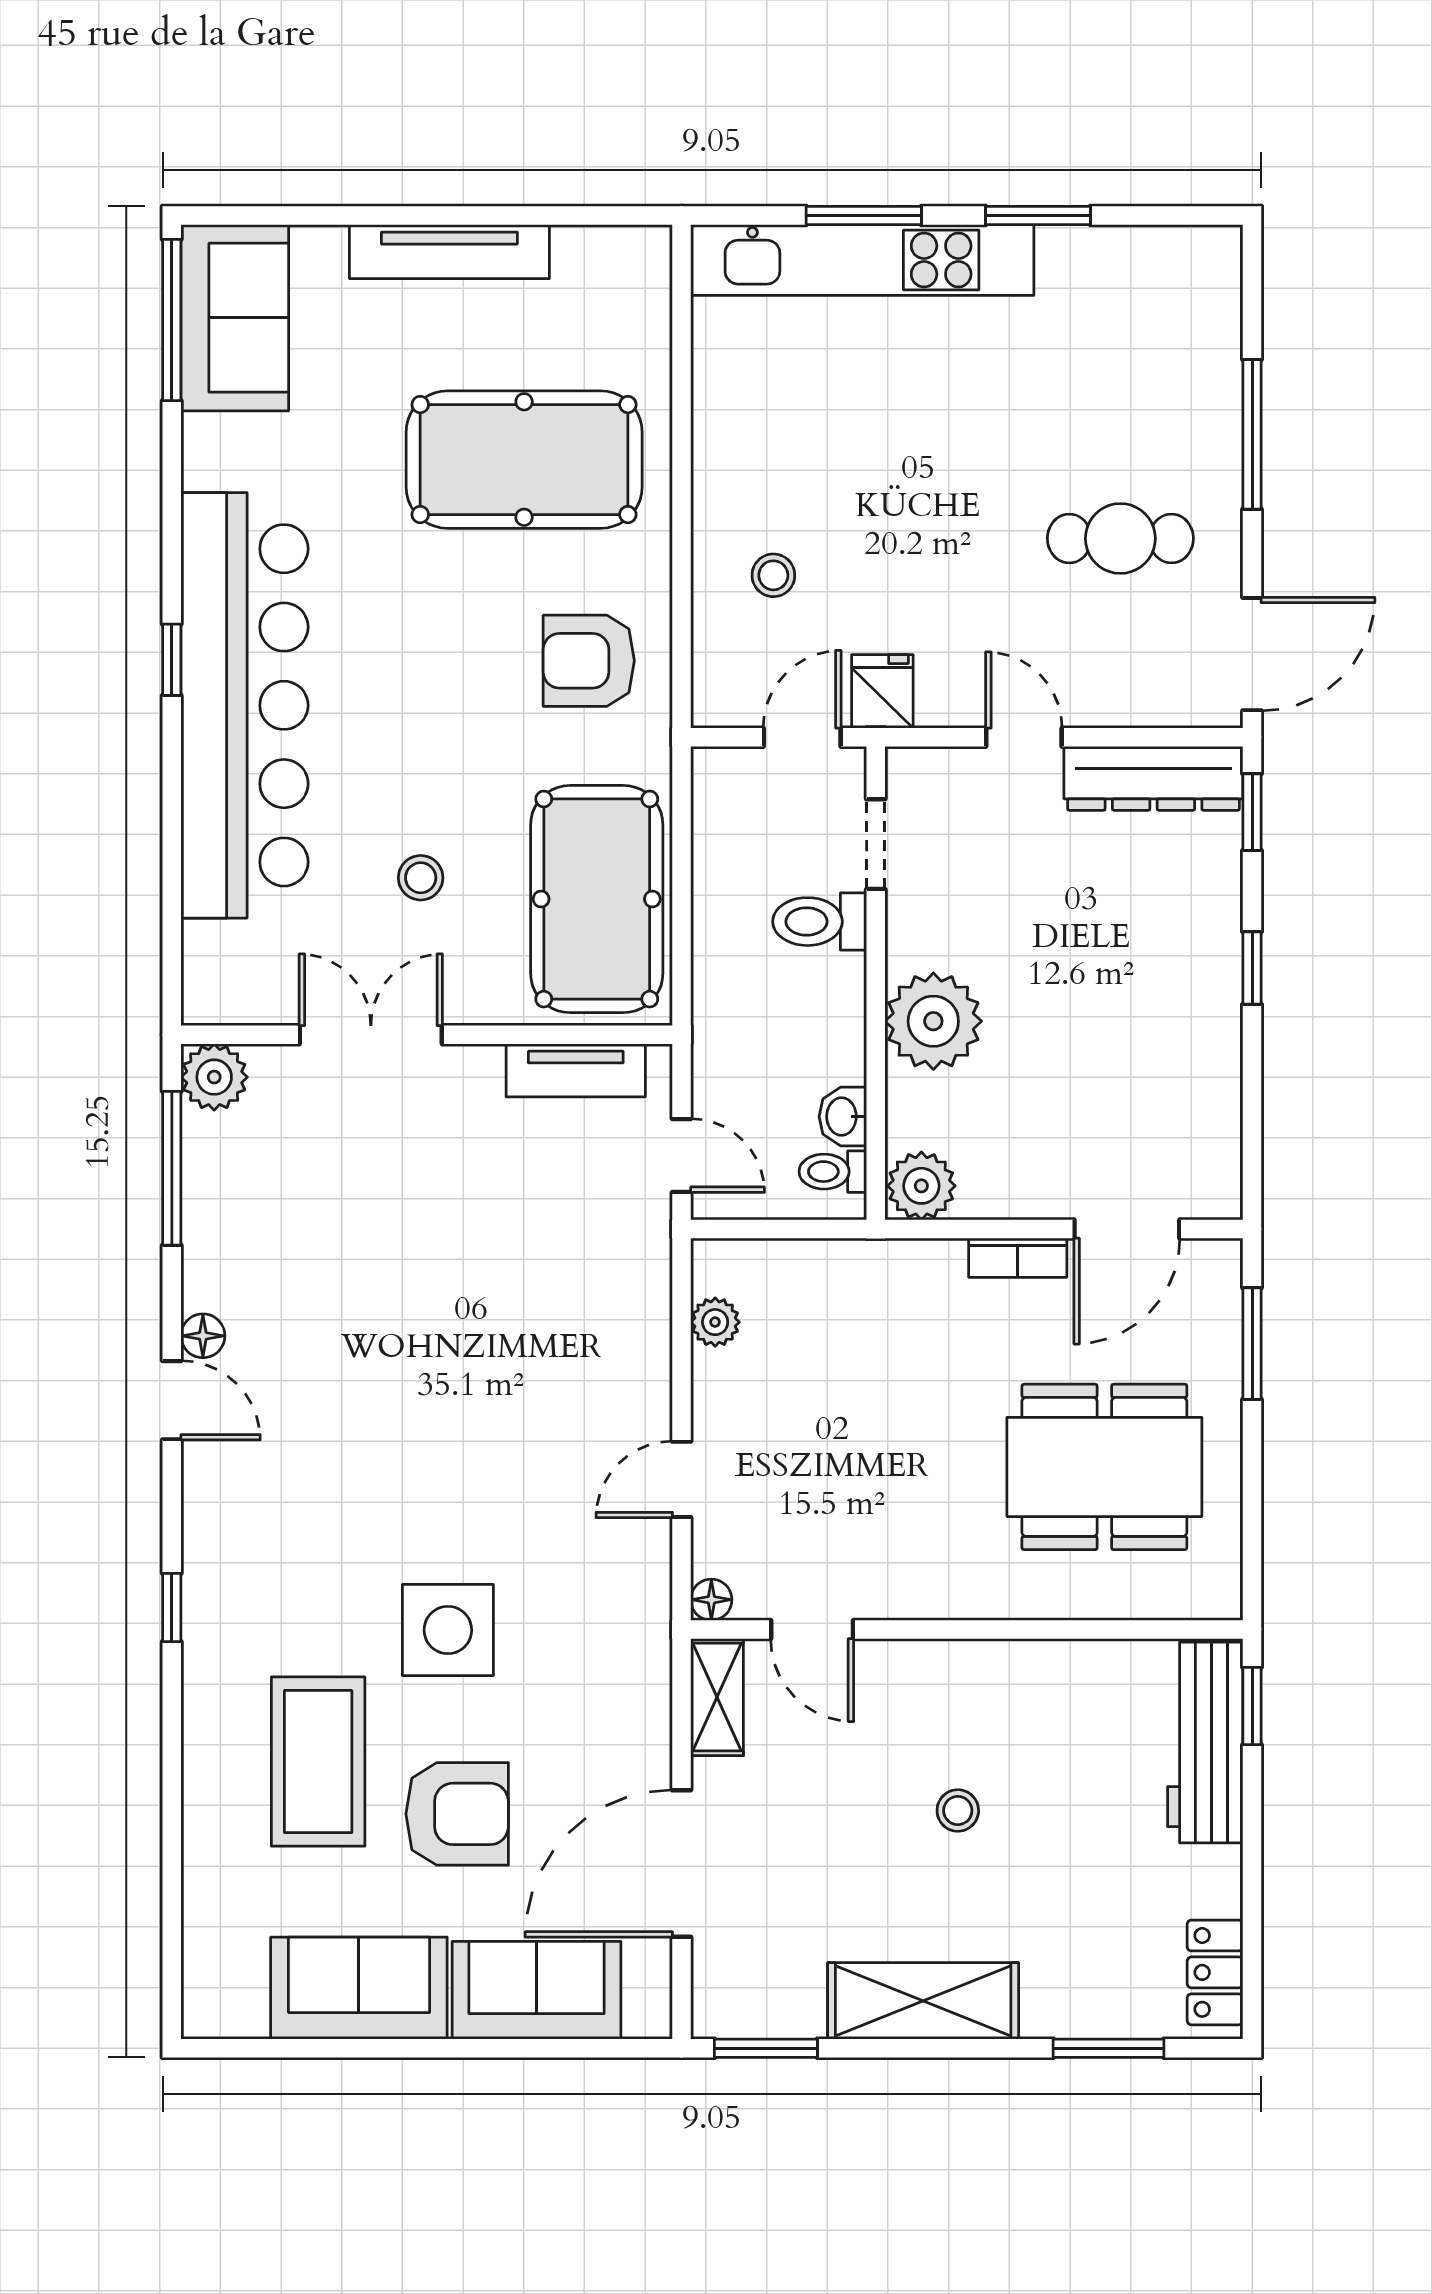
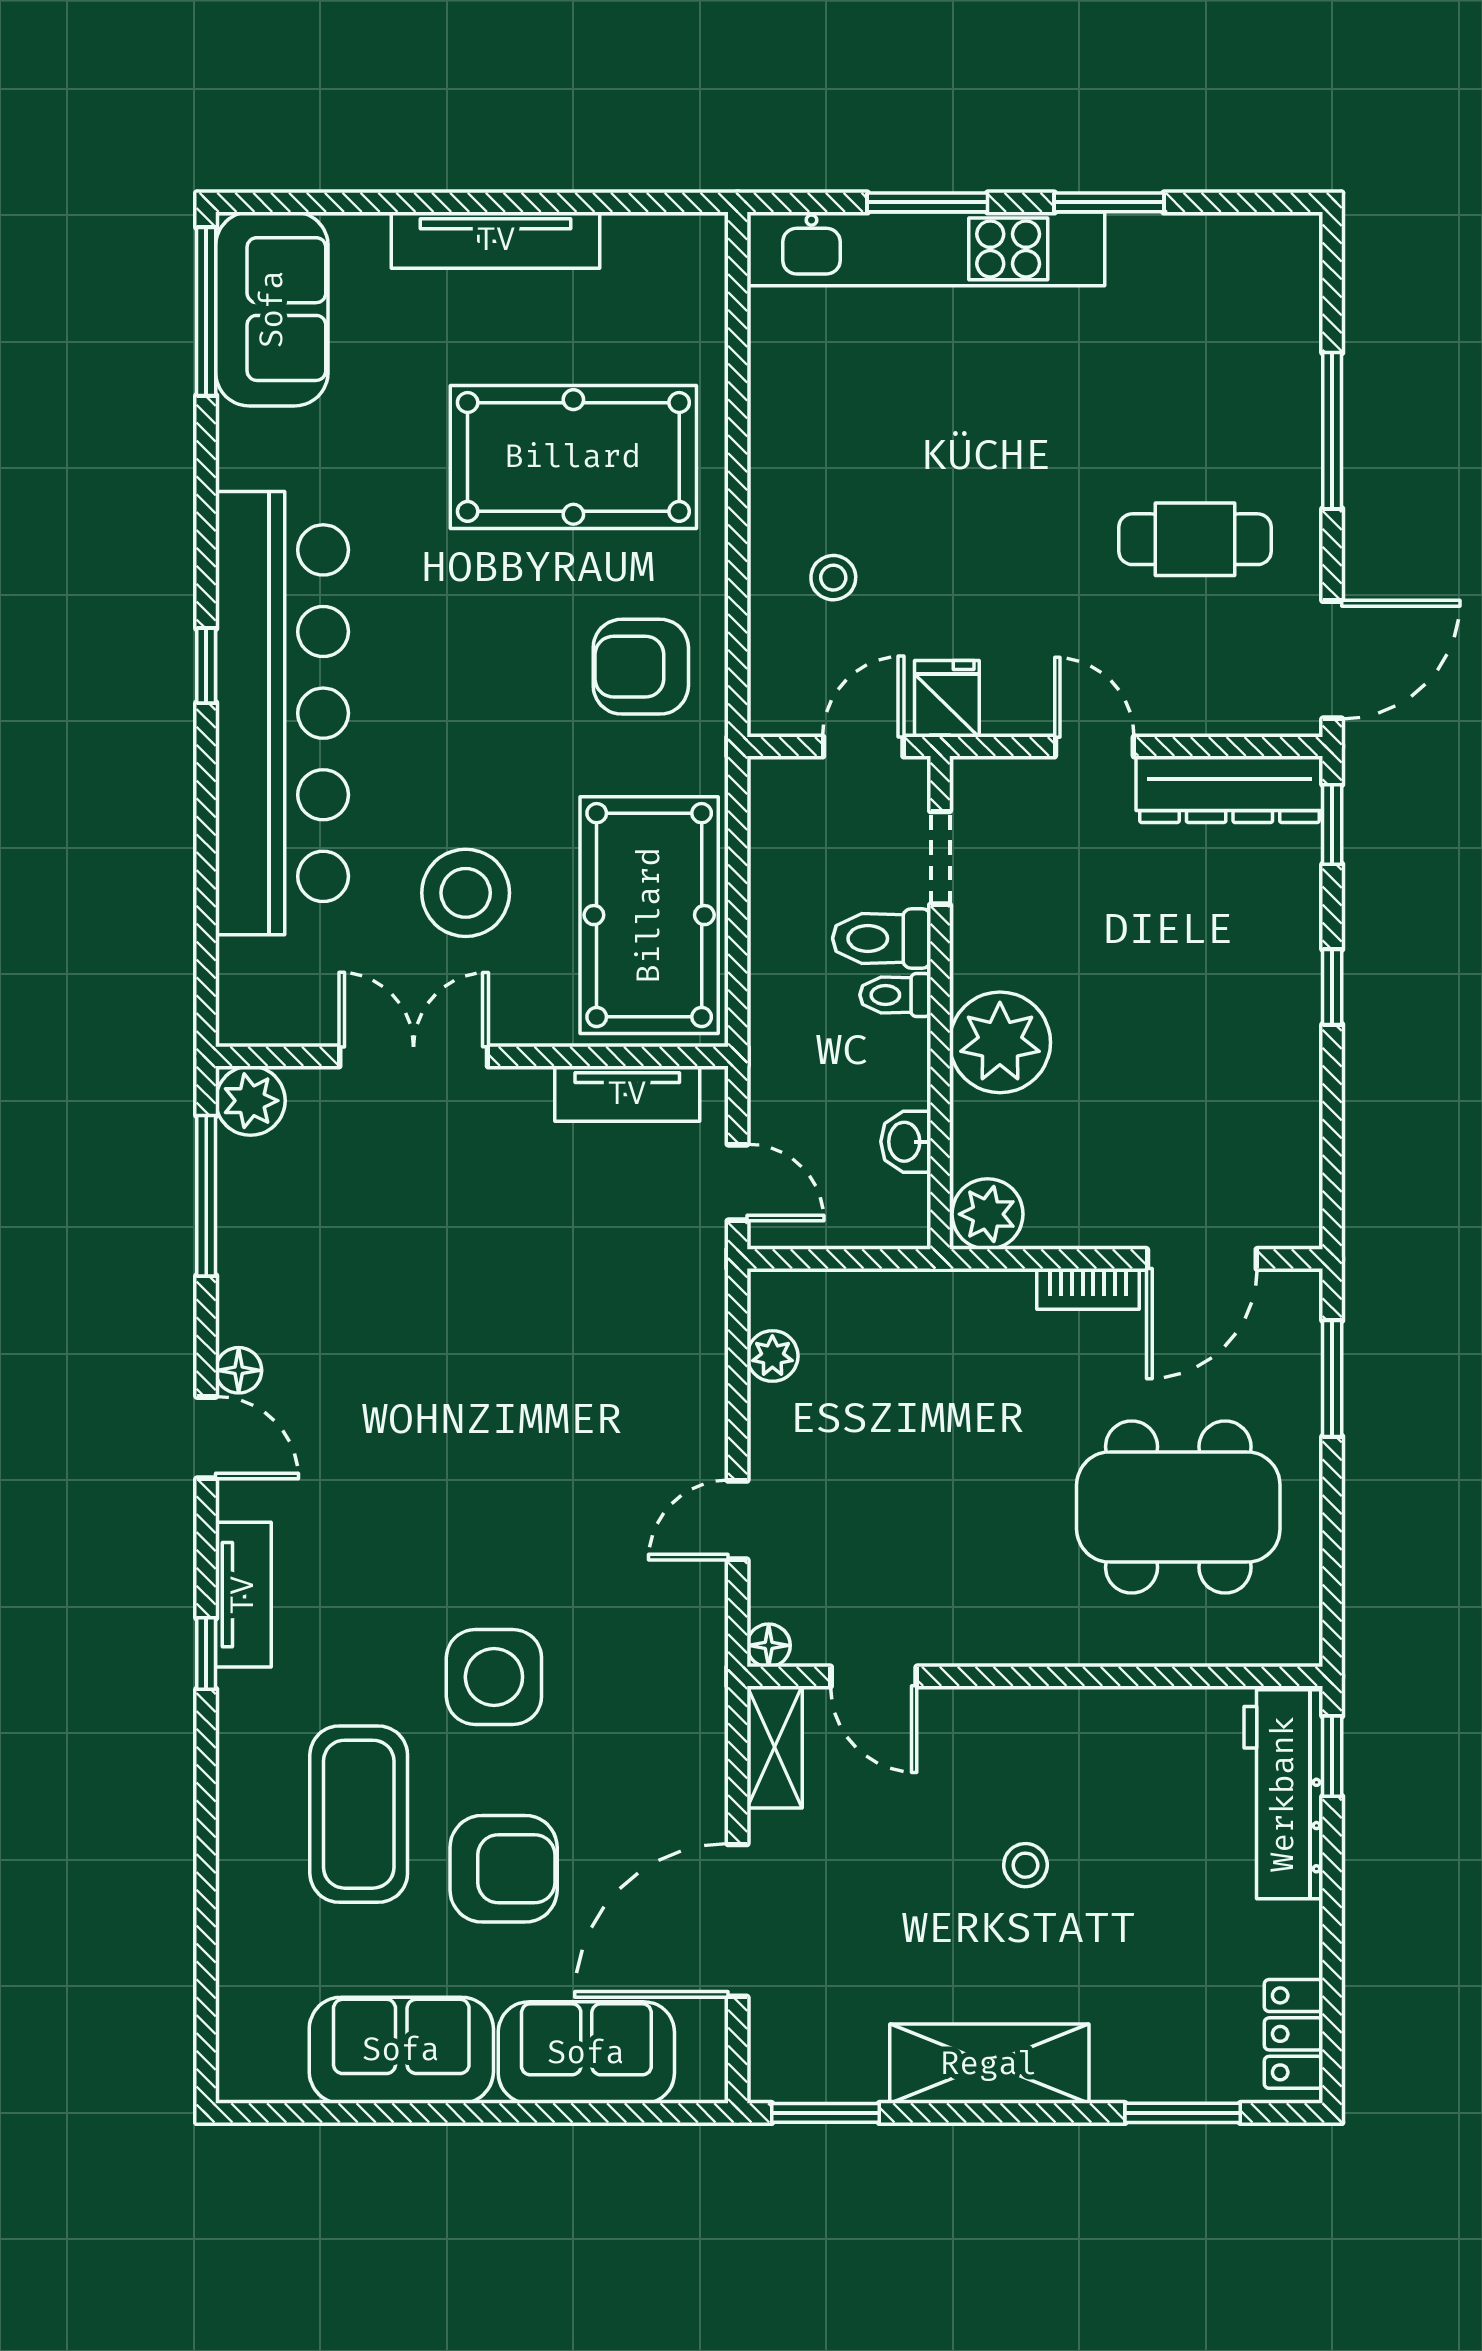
stool: (421, 878) -> (466, 893), width x1.89, depth x1.89
toilet: (833, 1172) -> (895, 995), moved
tv unit: (207, 1551) -> (243, 1595), added

